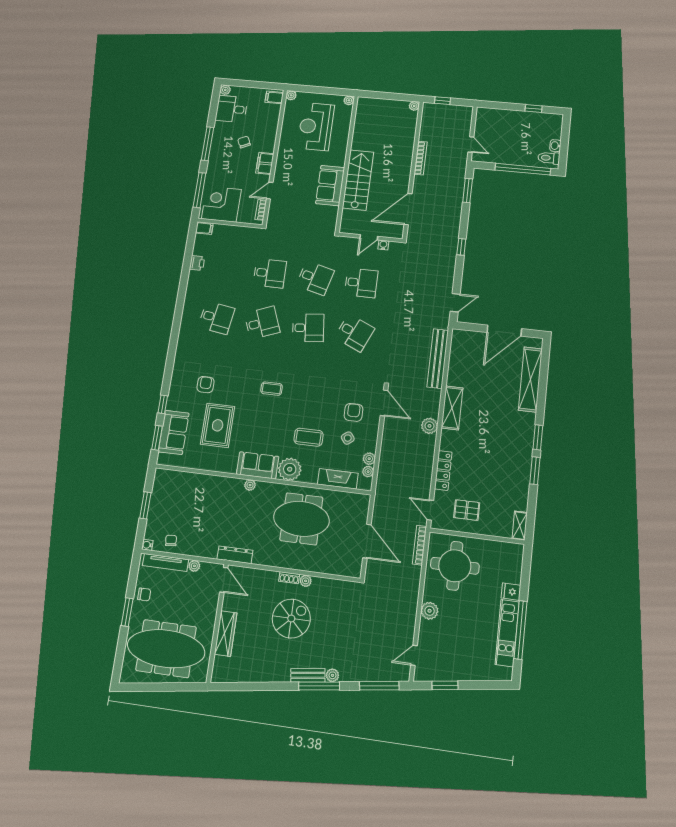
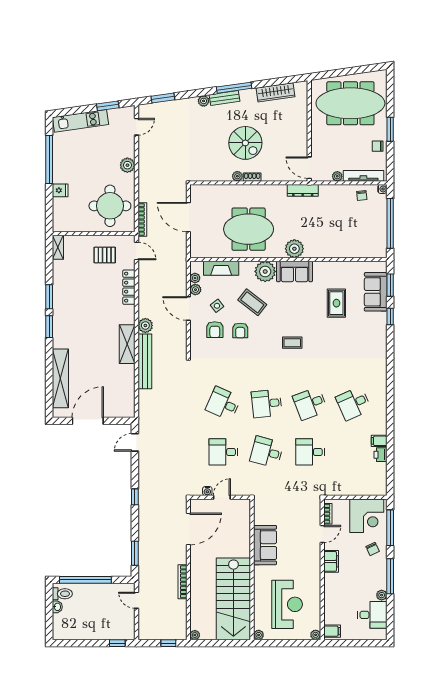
plant: (225, 90) -> (382, 595), moved
window: (534, 108) -> (117, 643), moved
chair: (244, 142) -> (373, 549), moved
stairs: (358, 180) -> (233, 599), moved, width x1.36, depth x1.51
filing cabinet: (204, 228) -> (379, 441), moved
desk: (216, 318) -> (354, 403), turned -33
bench: (438, 359) -> (145, 361), moved
armchair: (206, 385) -> (240, 330), moved
door: (384, 403) -> (188, 309), moved
rug: (218, 425) -> (336, 303), width x0.73, depth x0.70
coffee table: (309, 437) -> (252, 302), turned 38
plant: (250, 485) -> (294, 249), width x1.87, depth x1.87
window: (145, 505) -> (390, 223), width x2.11
spiral stairs: (291, 619) -> (245, 143), turned -90
kitchen unit: (507, 633) -> (81, 121), moved, turned 82
wardrobe: (226, 634) -> (276, 92), moved, turned -98
window: (319, 686) -> (234, 88), moved
window: (379, 686) -> (163, 98), width x0.69

